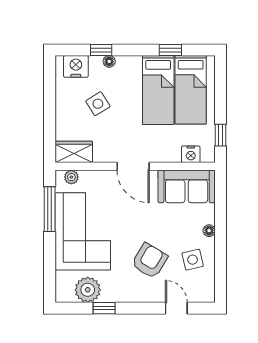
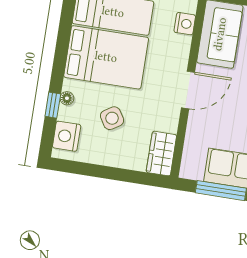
window: (170, 50) -> (65, 28), removed
bed: (158, 90) -> (106, 57), width x1.50
plant: (71, 177) -> (189, 161), removed

